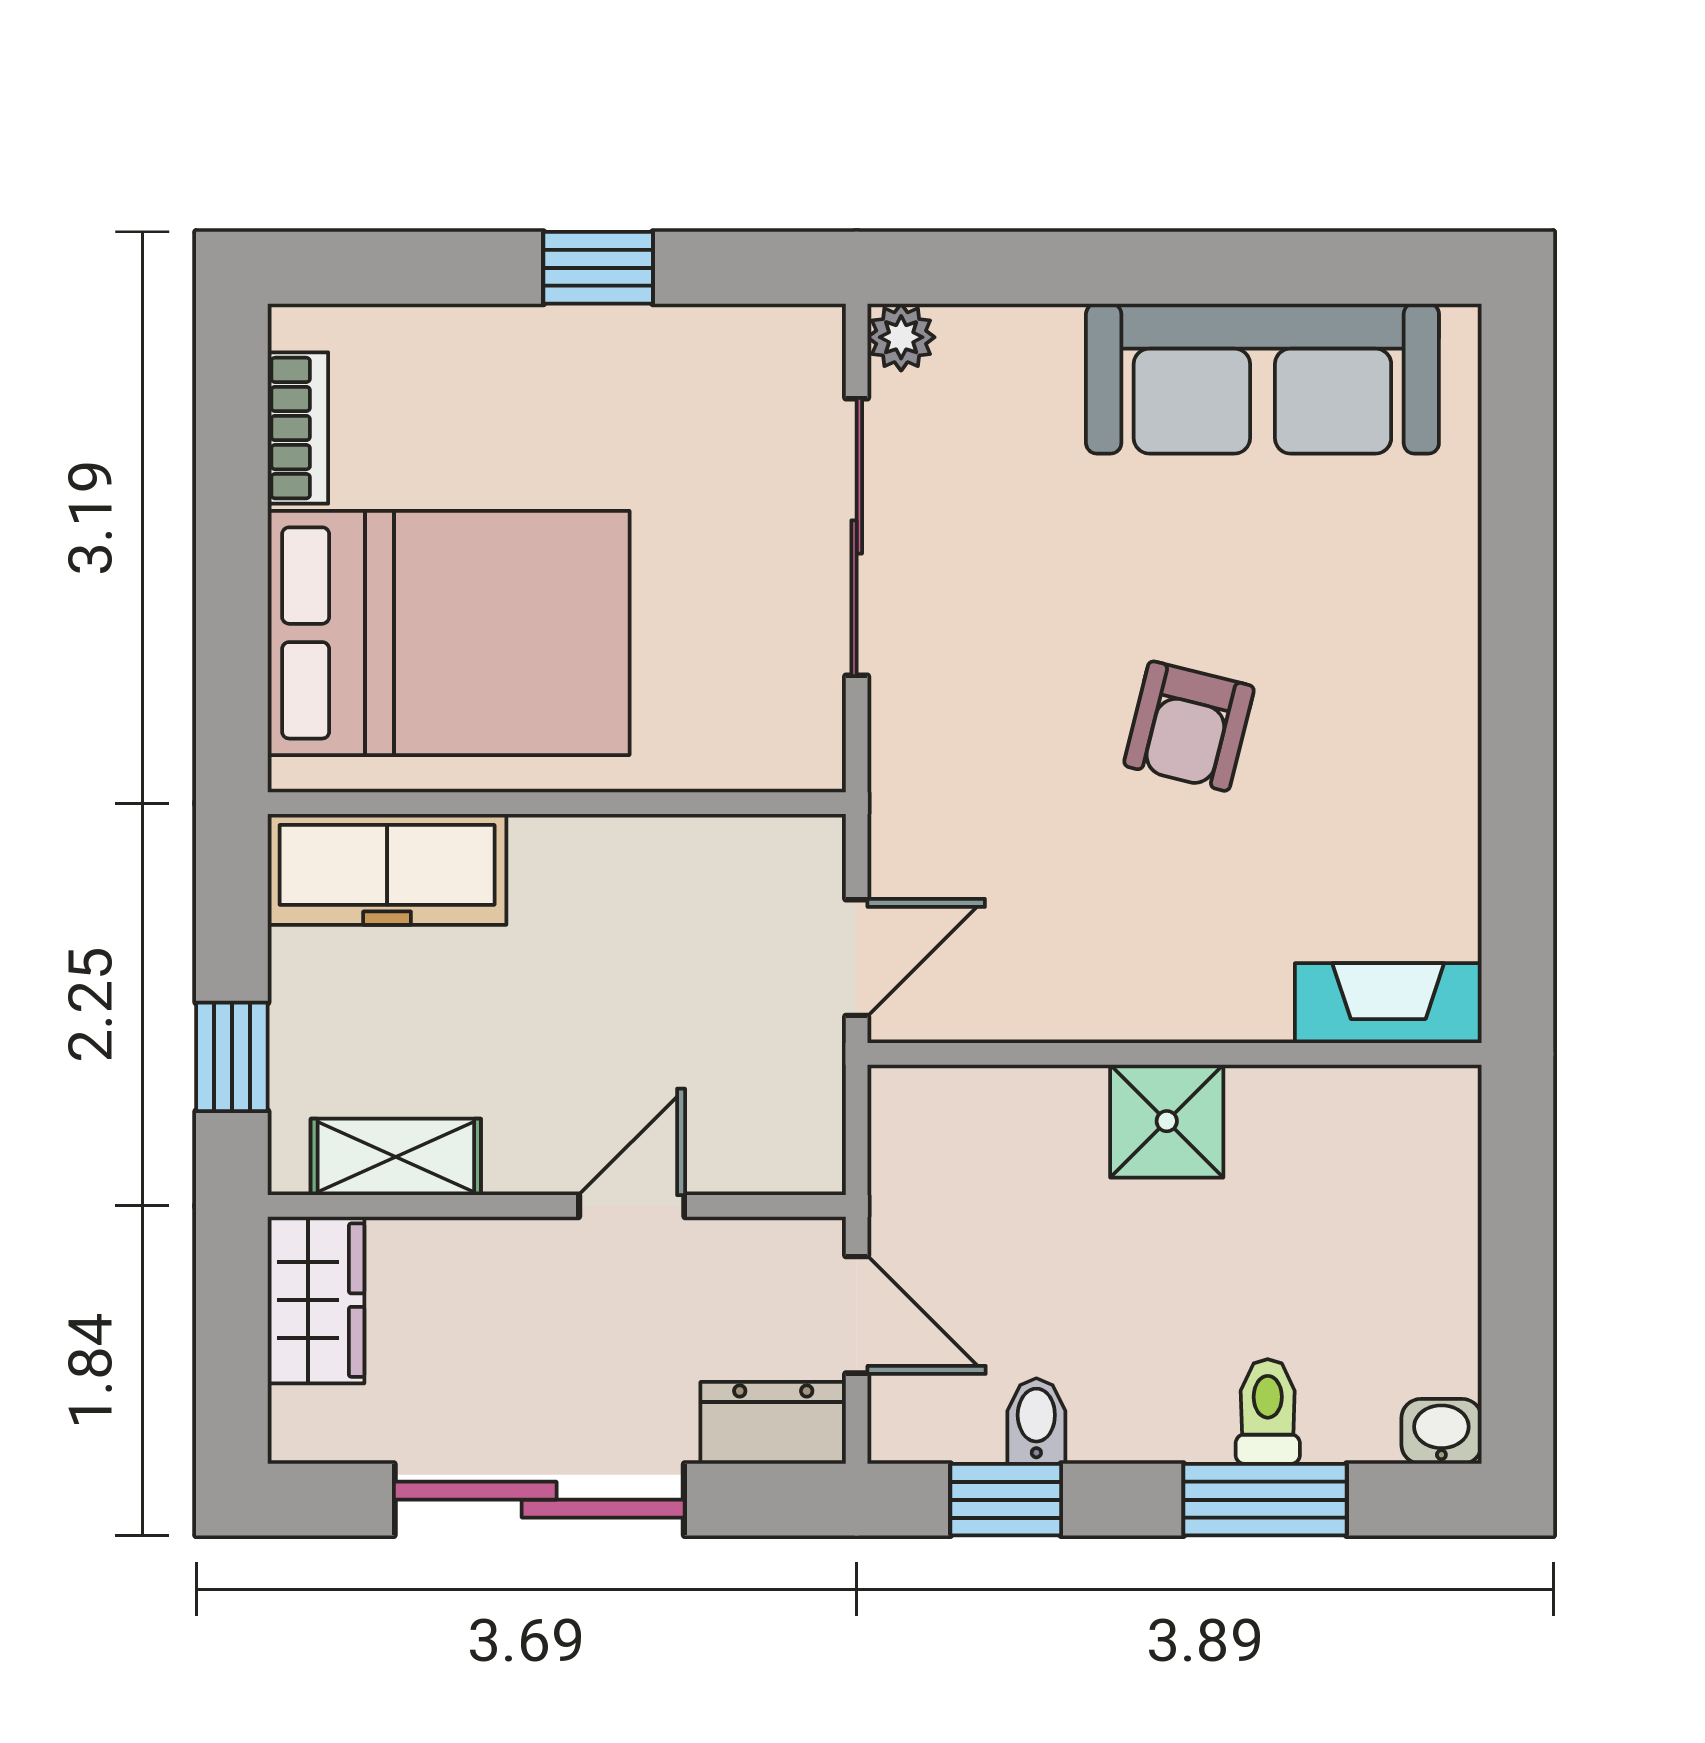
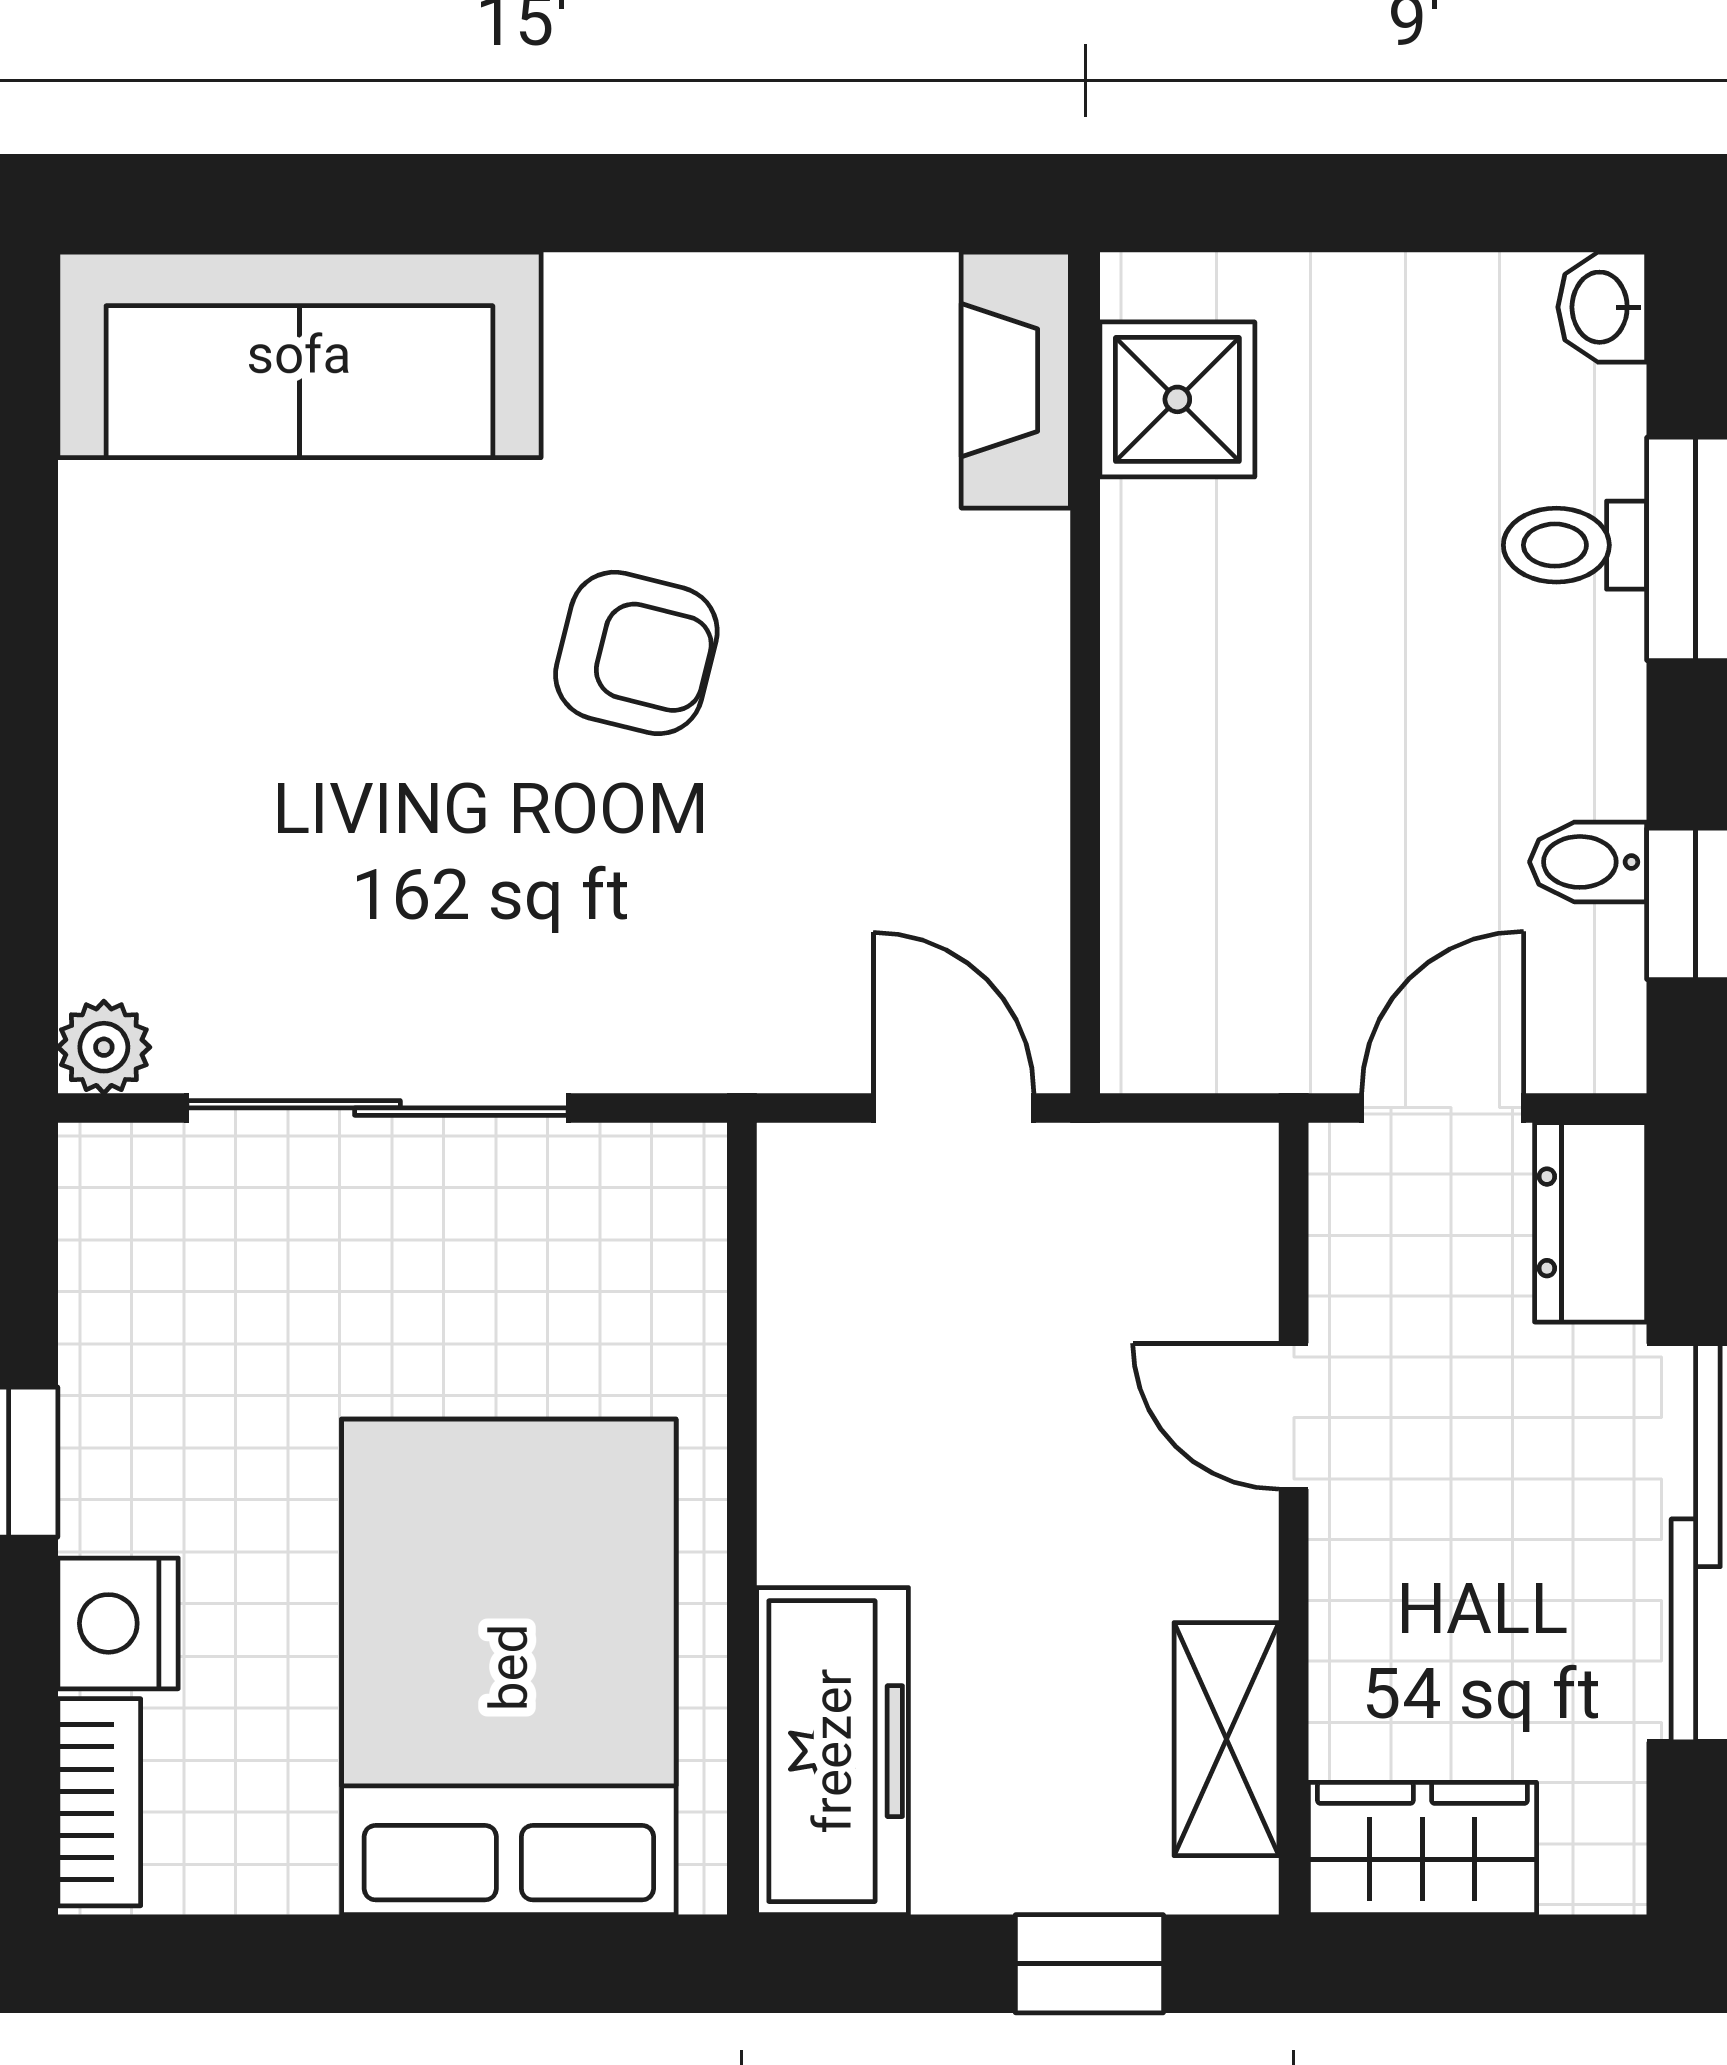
nightstand: (480, 348) -> (118, 1623), added
sofa: (1262, 379) -> (299, 355), moved, turned 90
bookcase: (298, 428) -> (99, 1802), moved, turned 90
shower: (1167, 1121) -> (1177, 399), moved

